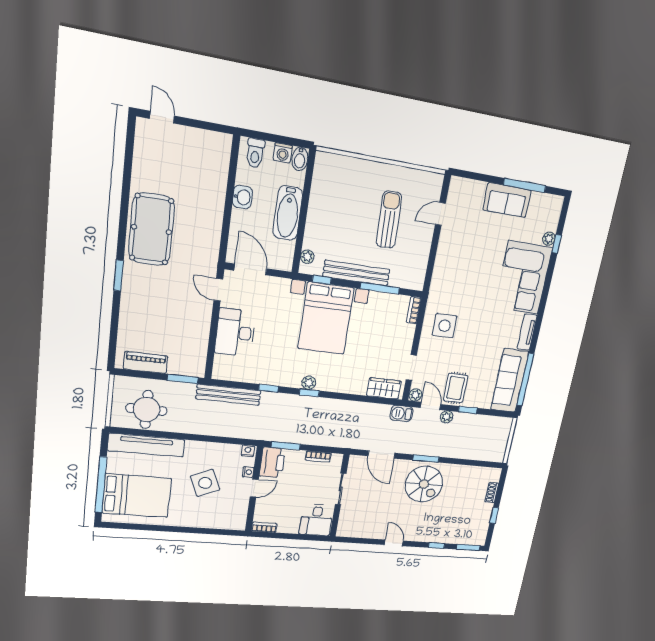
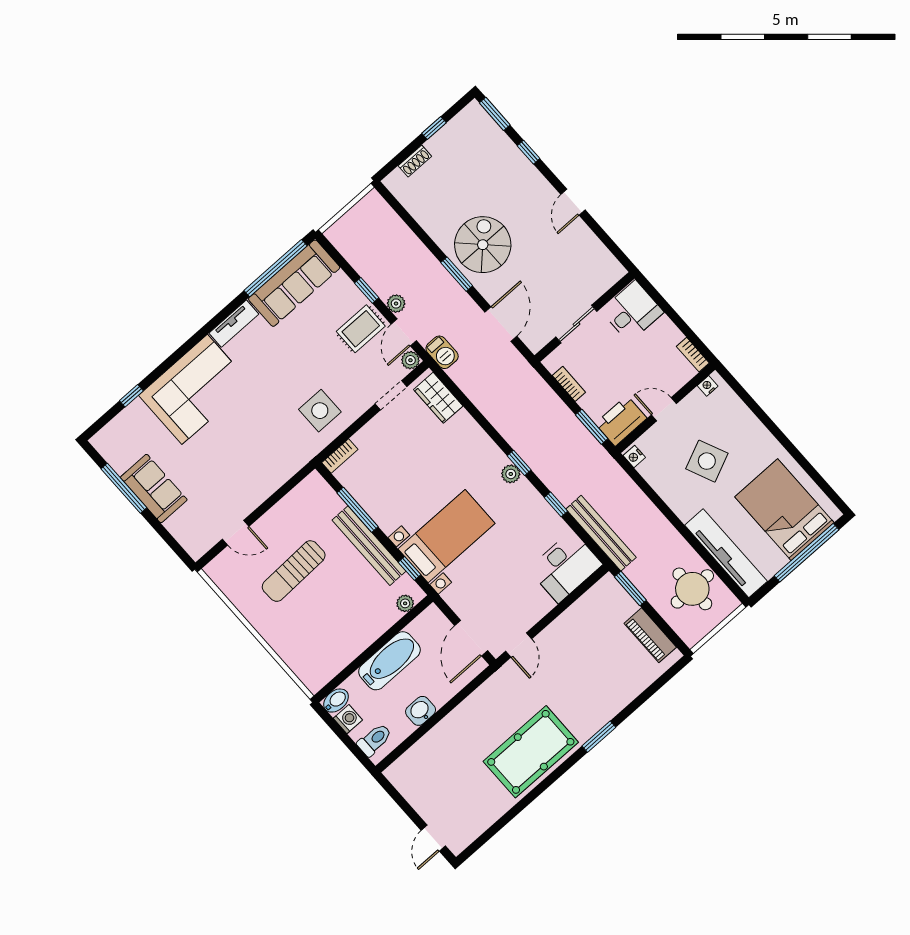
plant: (549, 239) -> (136, 409), removed
bed with nightstands: (326, 318) -> (447, 536), width x0.73
desk: (235, 332) -> (565, 567), moved
nightstand: (248, 472) -> (708, 386), moved

